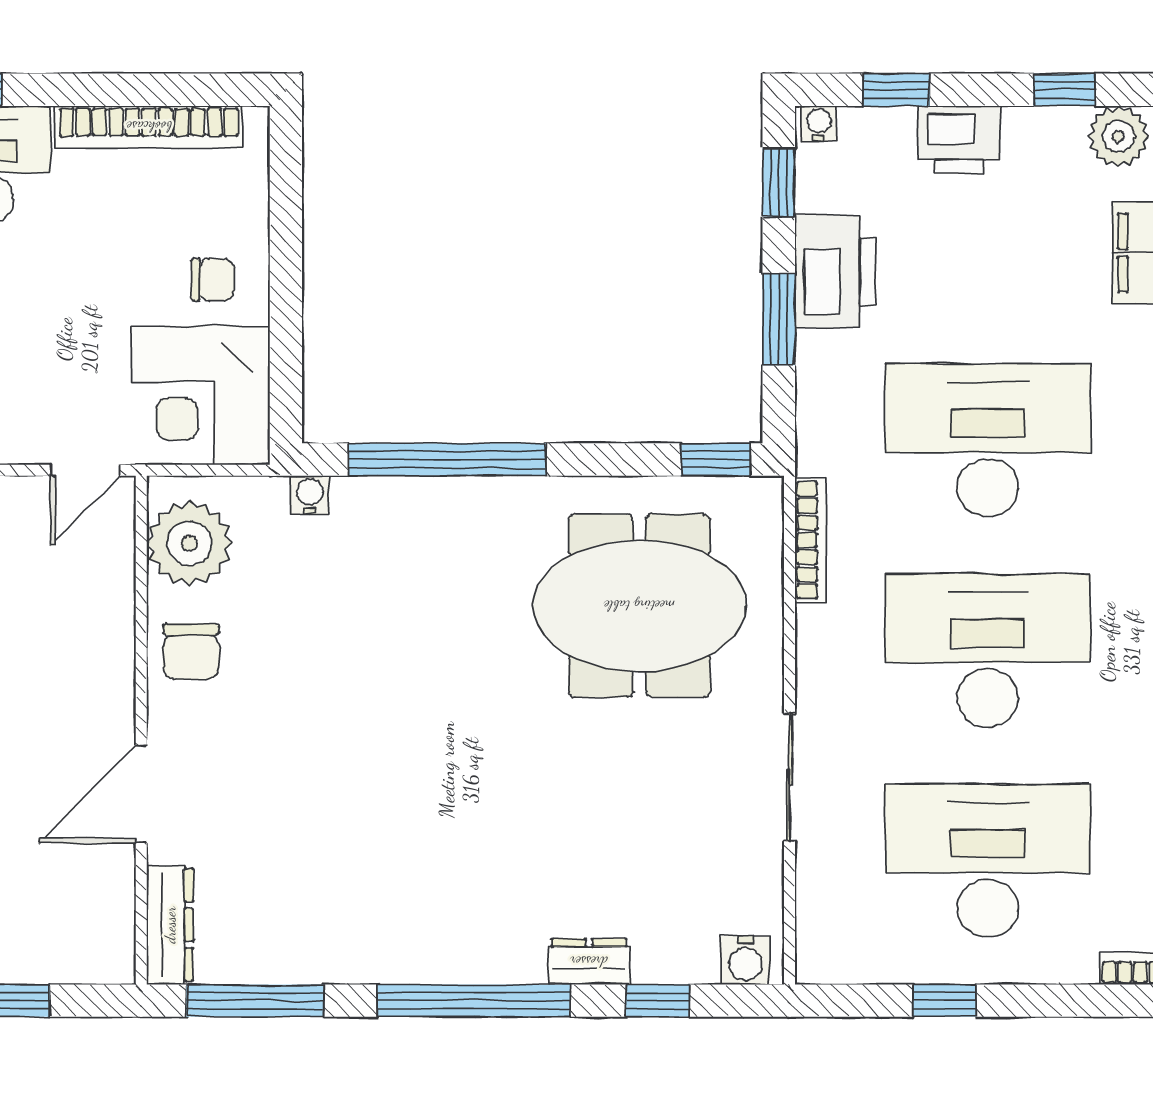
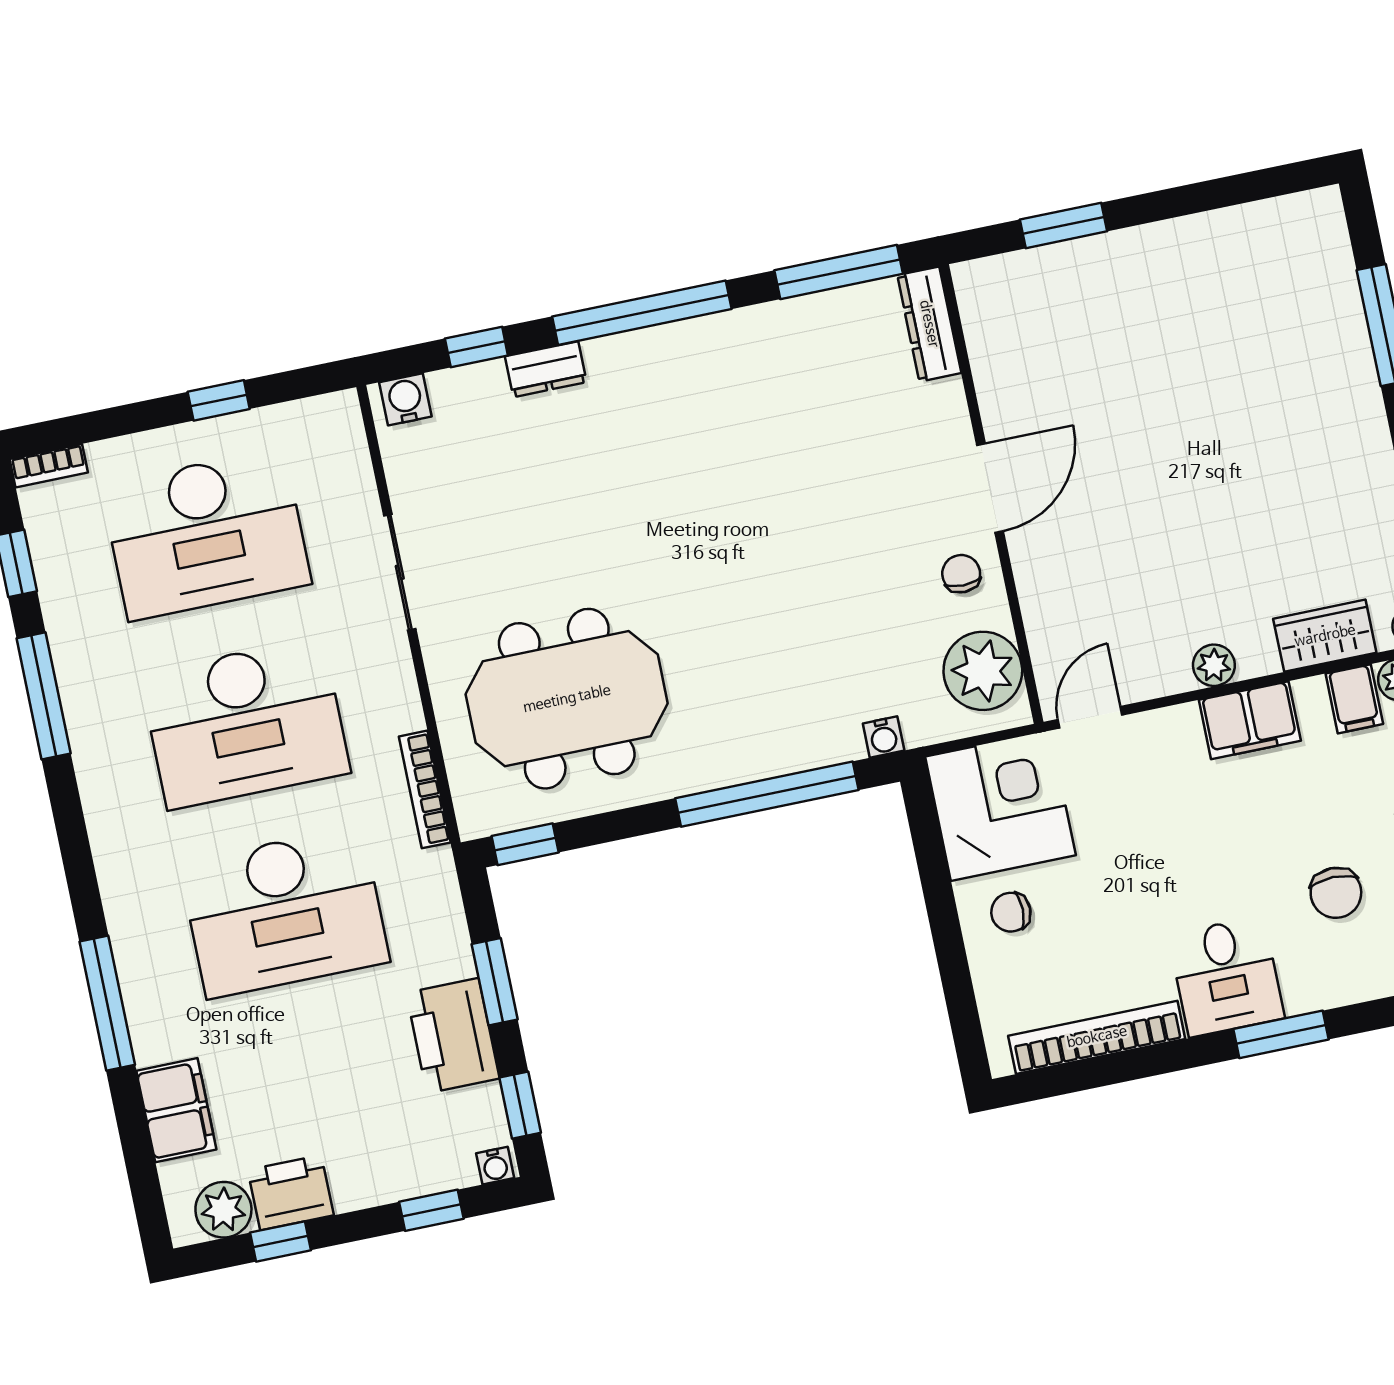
printer: (959, 140) -> (291, 1193), moved
chair: (191, 652) -> (961, 574), width x0.73, depth x0.73
door: (141, 794) -> (990, 488), moved

